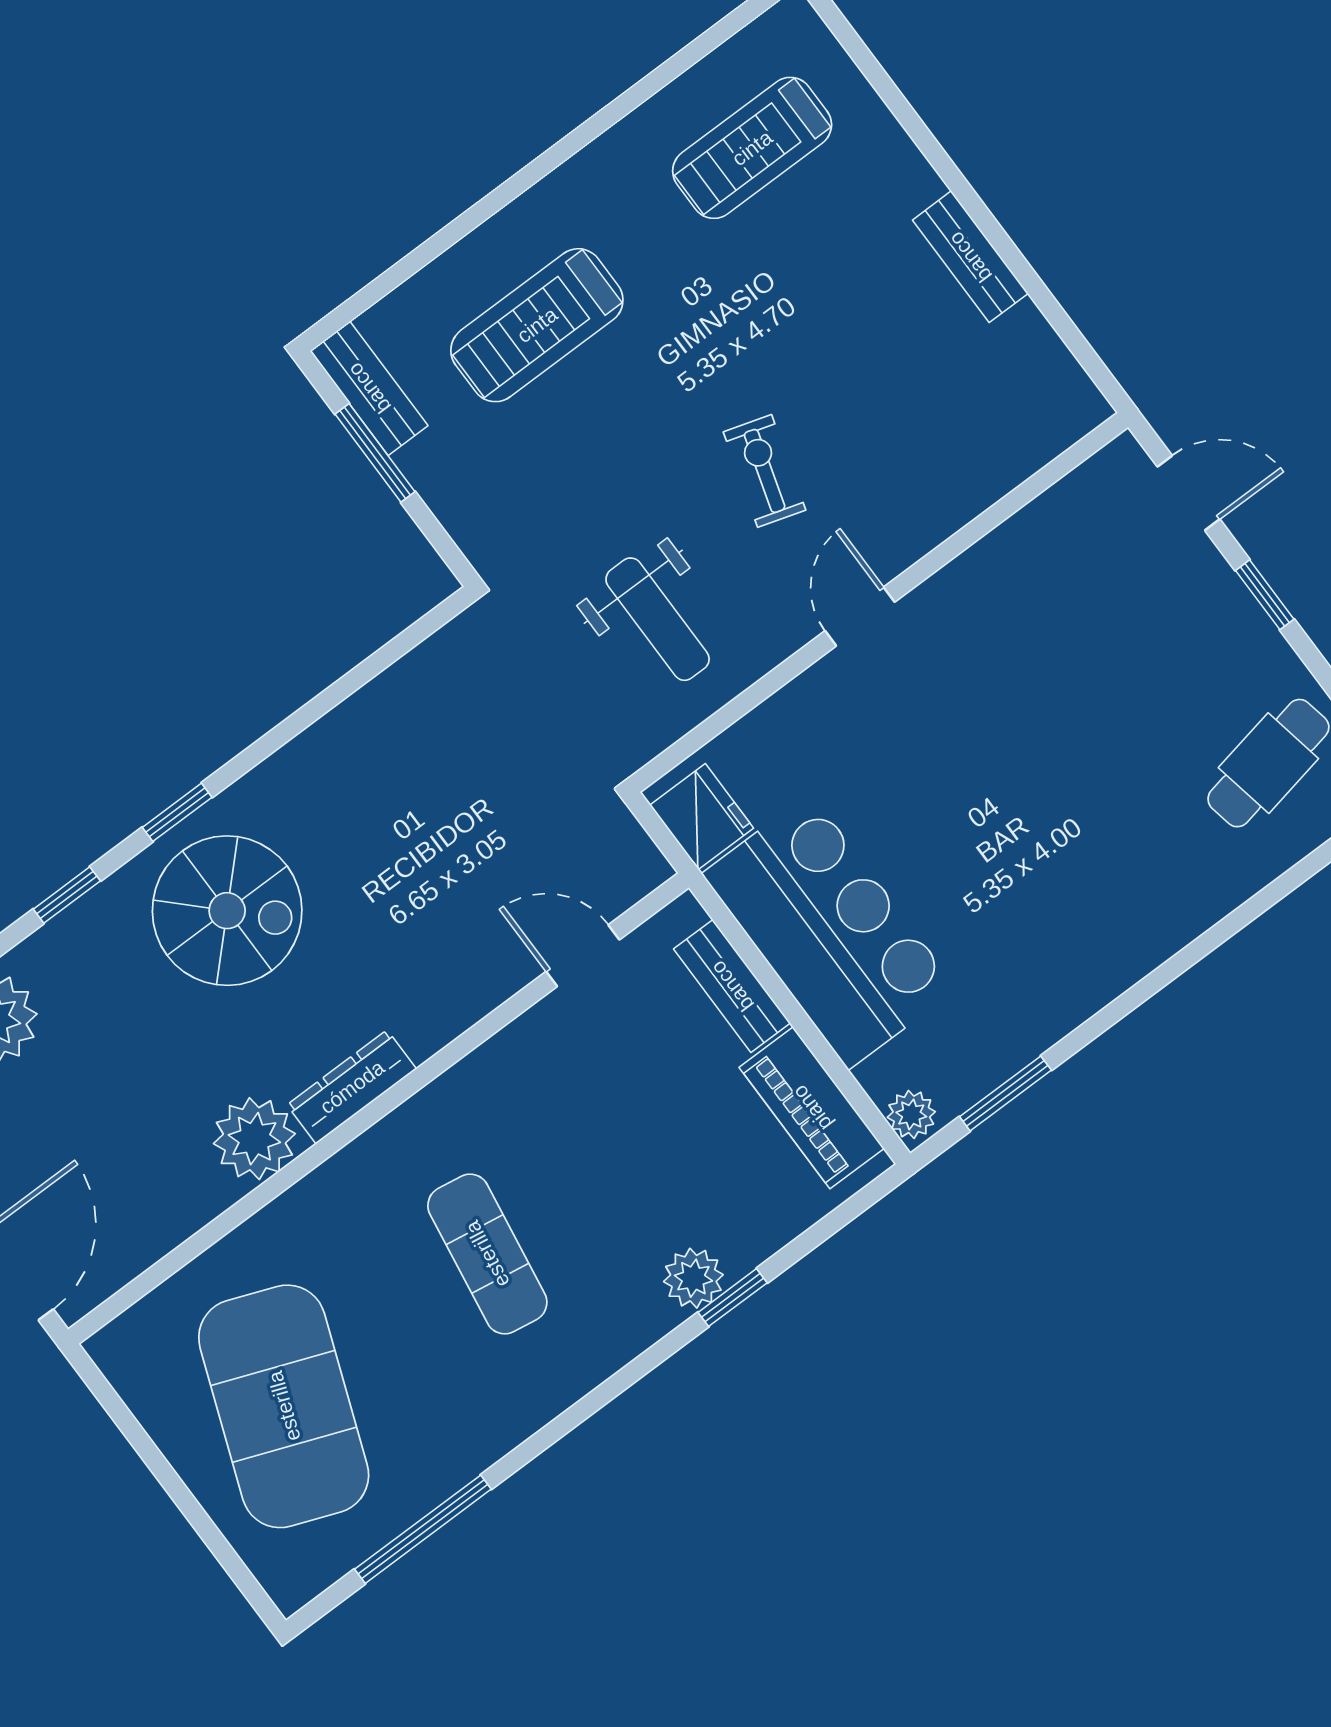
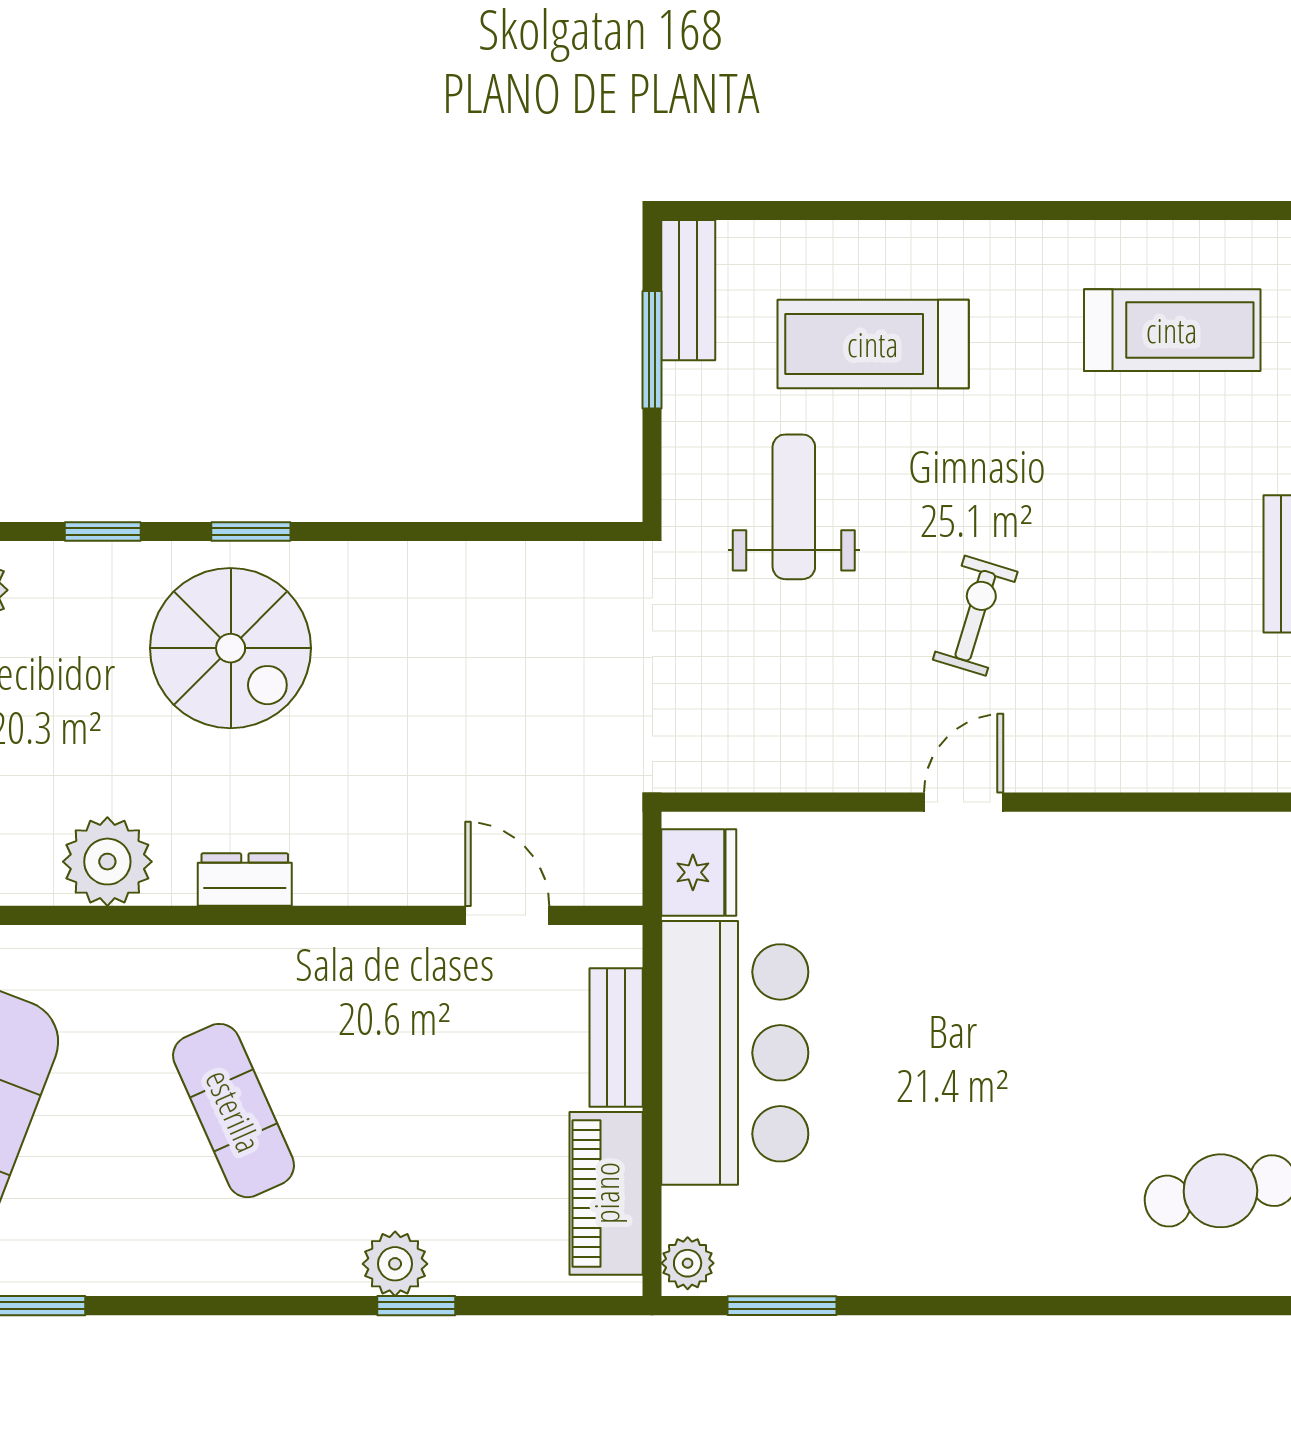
treadmill: (752, 148) -> (1172, 330), turned 180
weight bench: (658, 619) -> (794, 507), moved, turned 180
dresser: (352, 1087) -> (245, 880), width x0.70
exercise mat: (487, 1254) -> (234, 1111), turned -33

